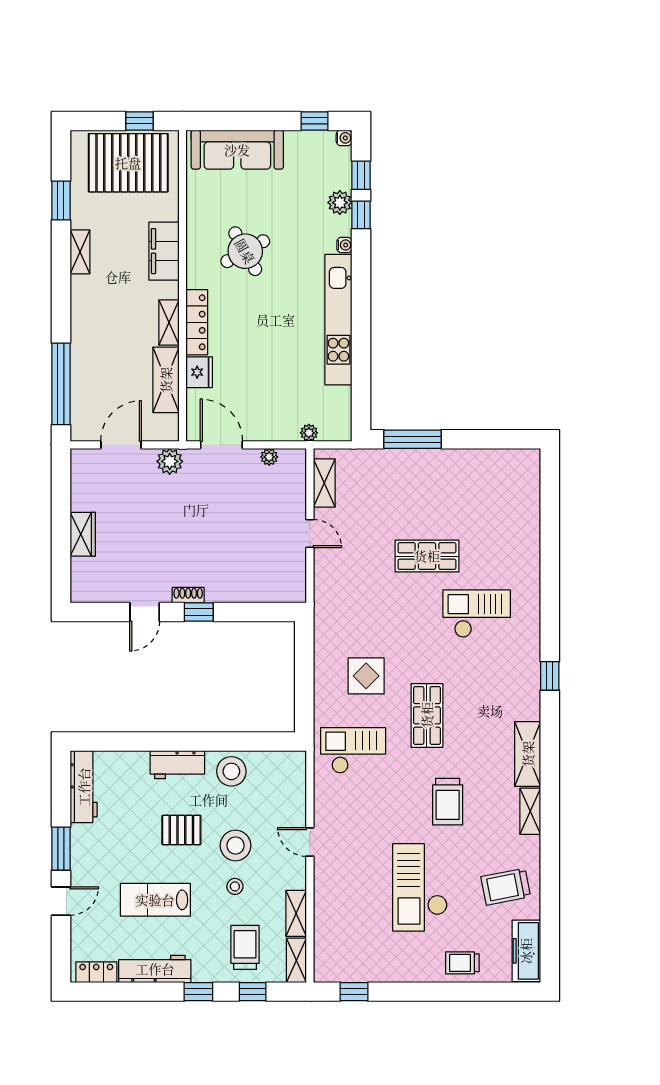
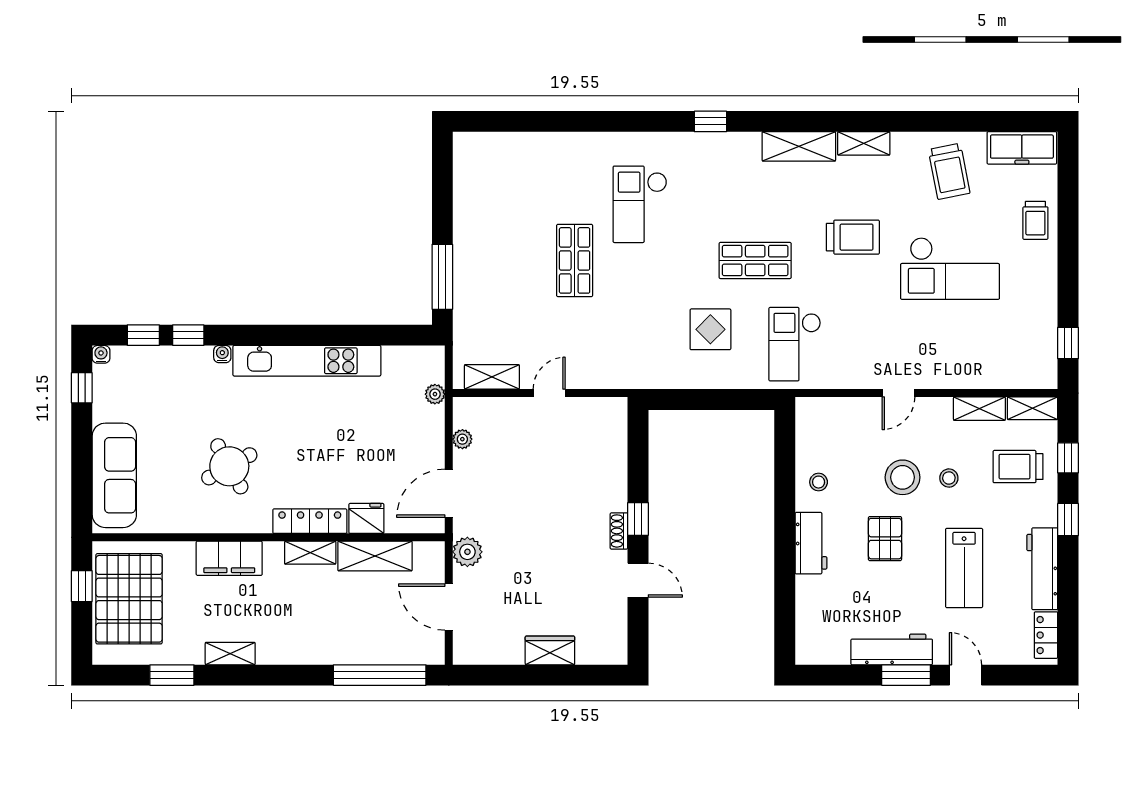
plant: (340, 203) -> (174, 359), removed
stool: (231, 771) -> (819, 482), width x0.53, depth x0.53
workbench: (84, 787) -> (892, 649), moved

